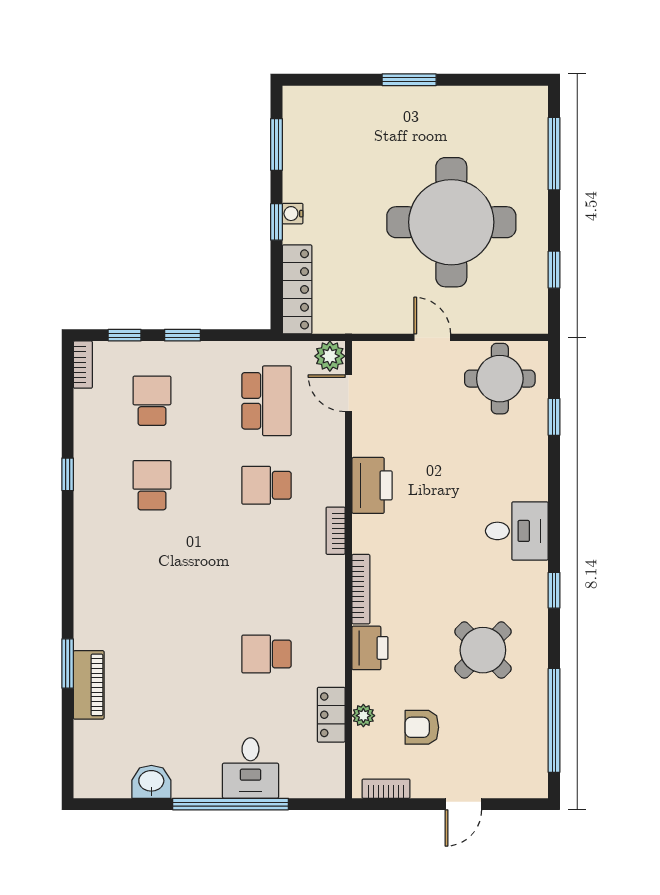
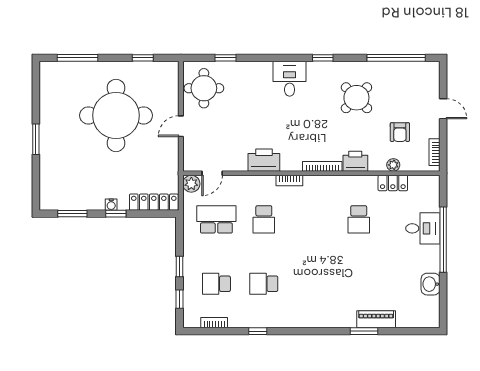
bookcase: (83, 365) -> (214, 323), moved

